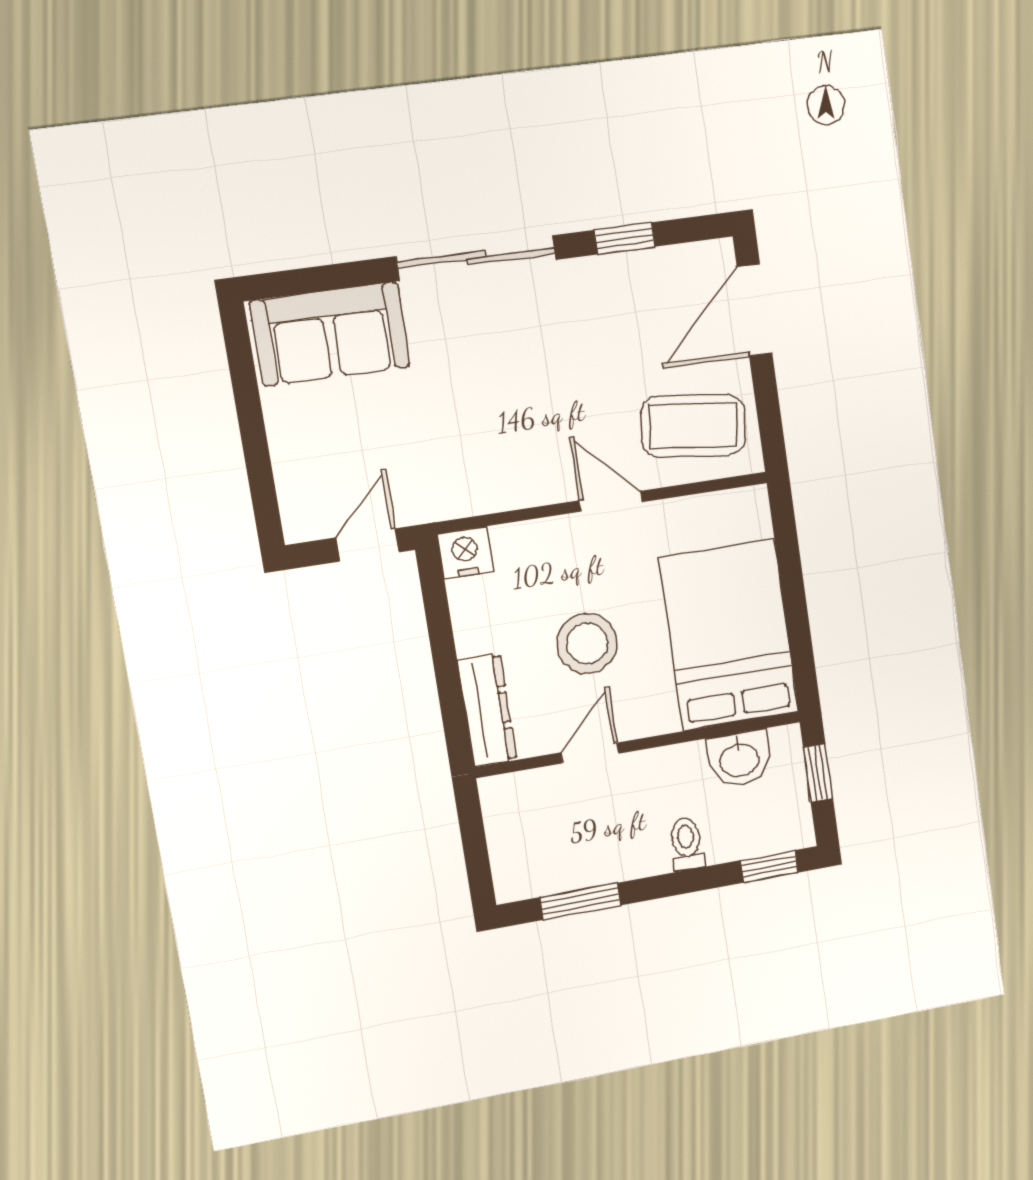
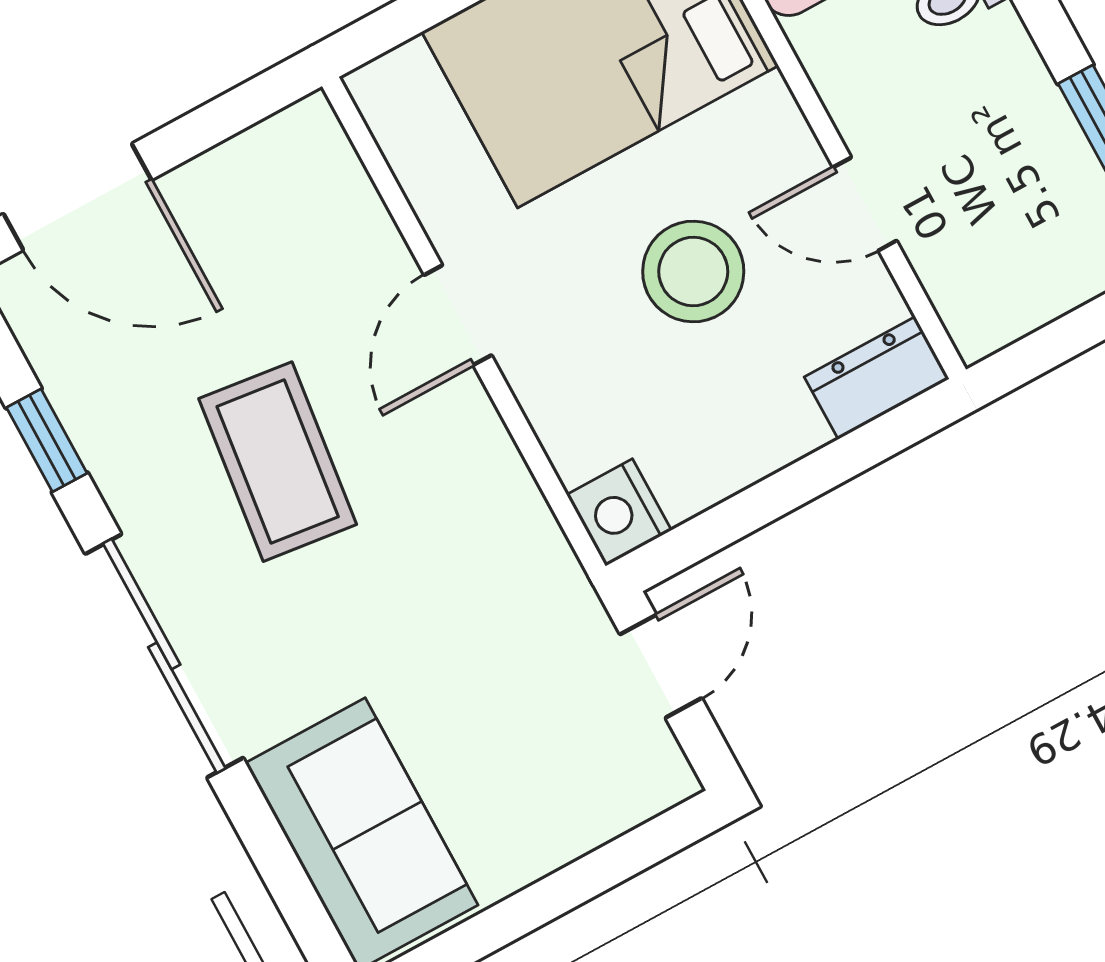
coffee table: (693, 426) -> (278, 462), moved
door: (367, 545) -> (661, 666), swing flipped
dresser: (487, 710) -> (877, 378), width x0.70

